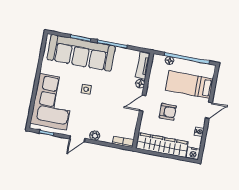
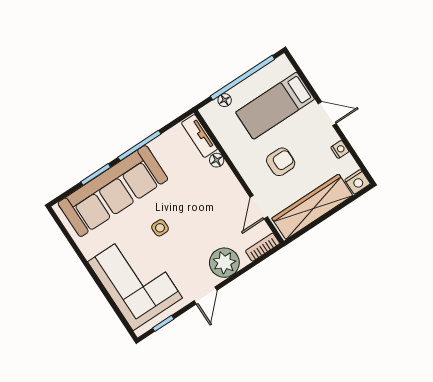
door: (142, 103) -> (259, 207), moved
door: (209, 110) -> (327, 114), hinge flipped
plant: (95, 136) -> (224, 263), width x1.87, depth x1.87

